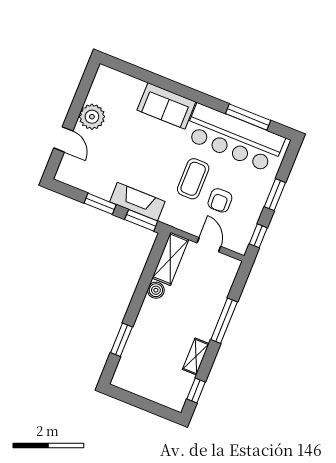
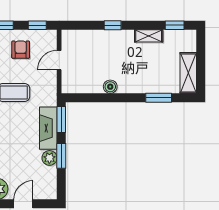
plant: (103, 190) -> (49, 158), added
armchair: (220, 200) -> (21, 50), moved, turned -88
shelving: (170, 259) -> (188, 73), moved, turned 90
window: (224, 321) -> (113, 25), width x0.46

